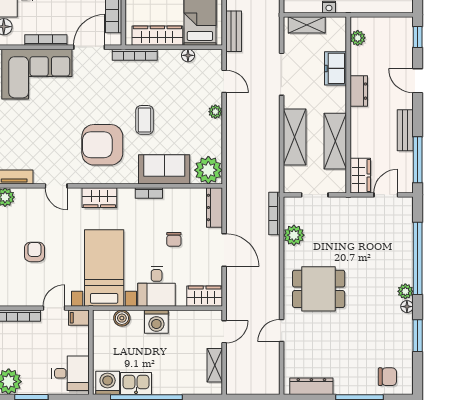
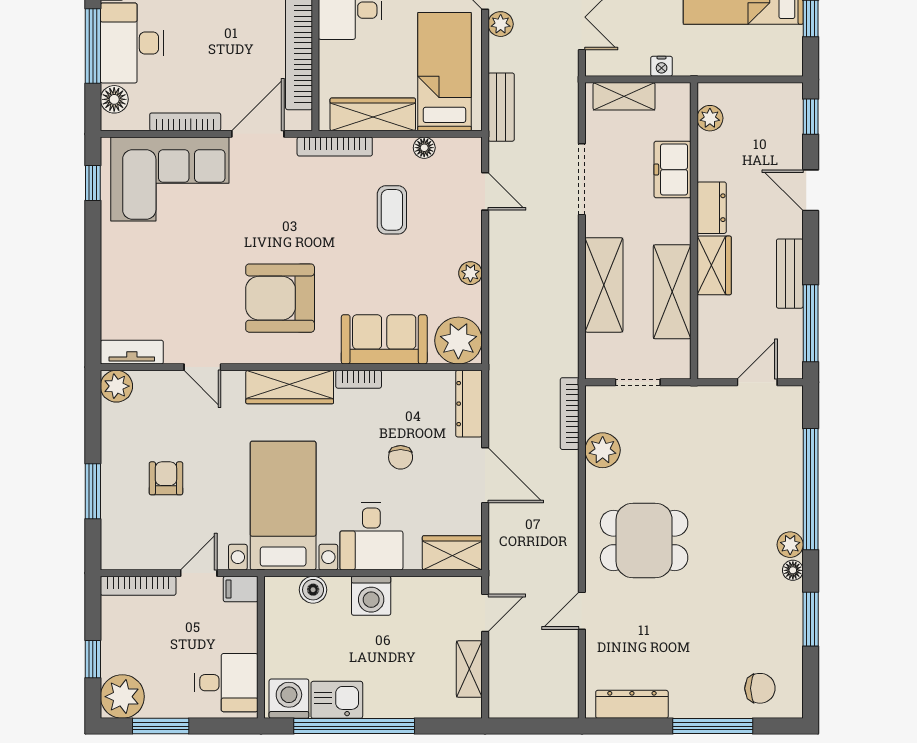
plant: (215, 112) -> (470, 273), moved
coffee table: (145, 120) -> (392, 210), moved
wardrobe: (360, 176) -> (714, 265), moved
wardrobe: (99, 198) -> (290, 387), width x1.50

